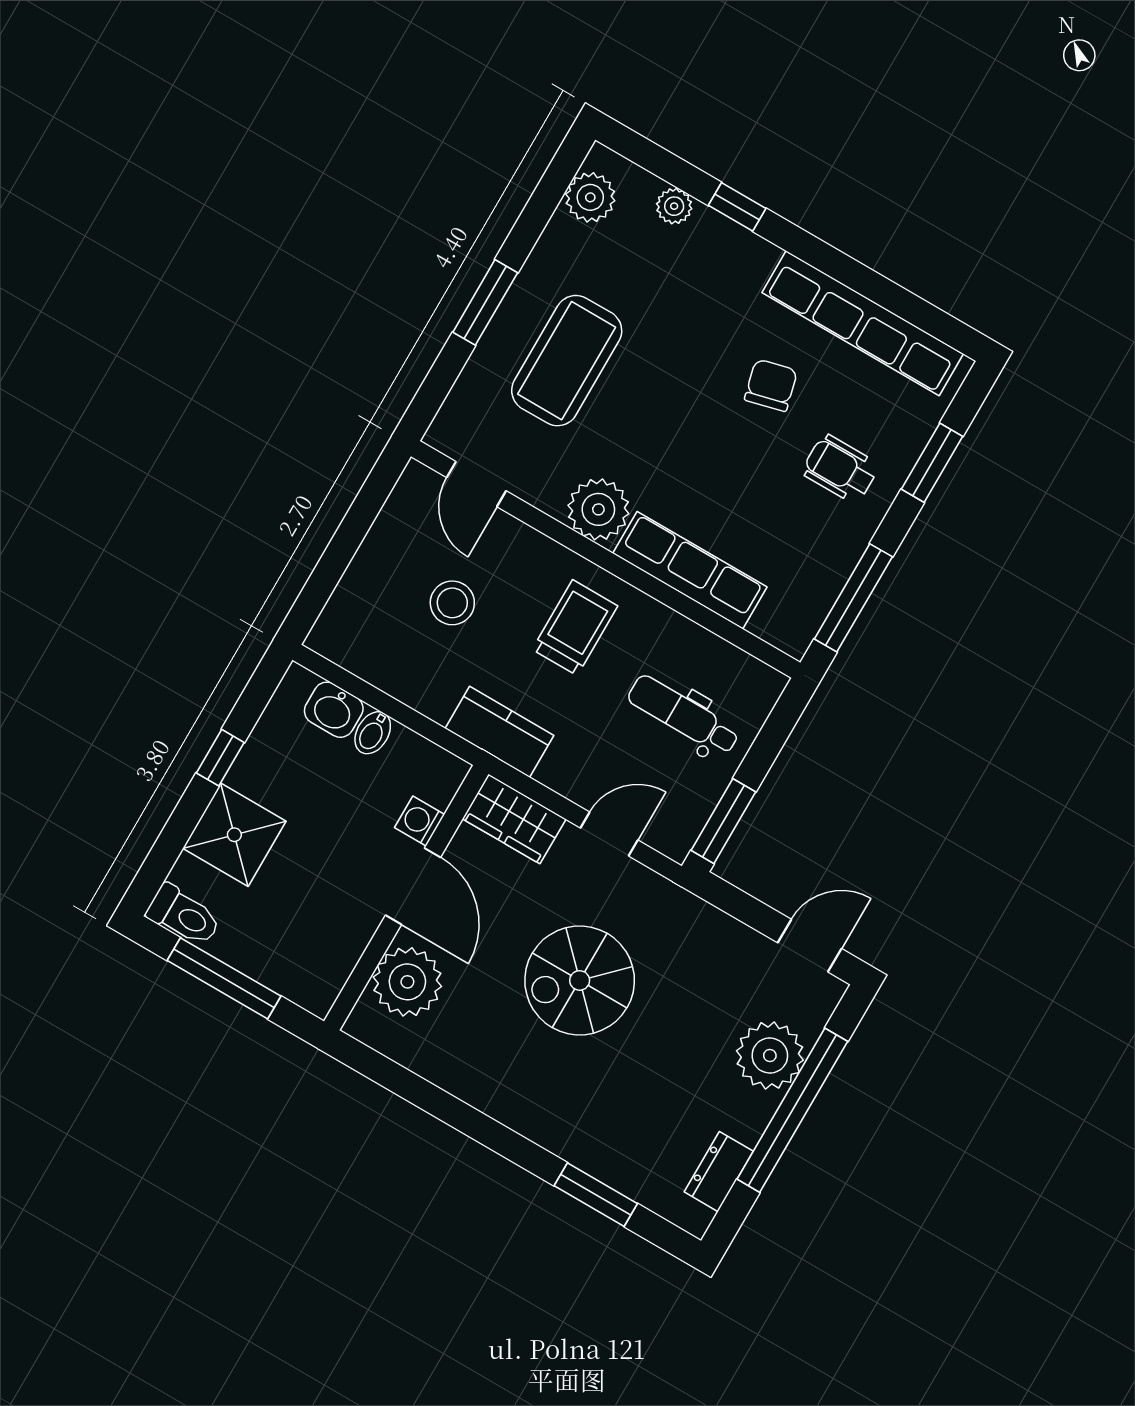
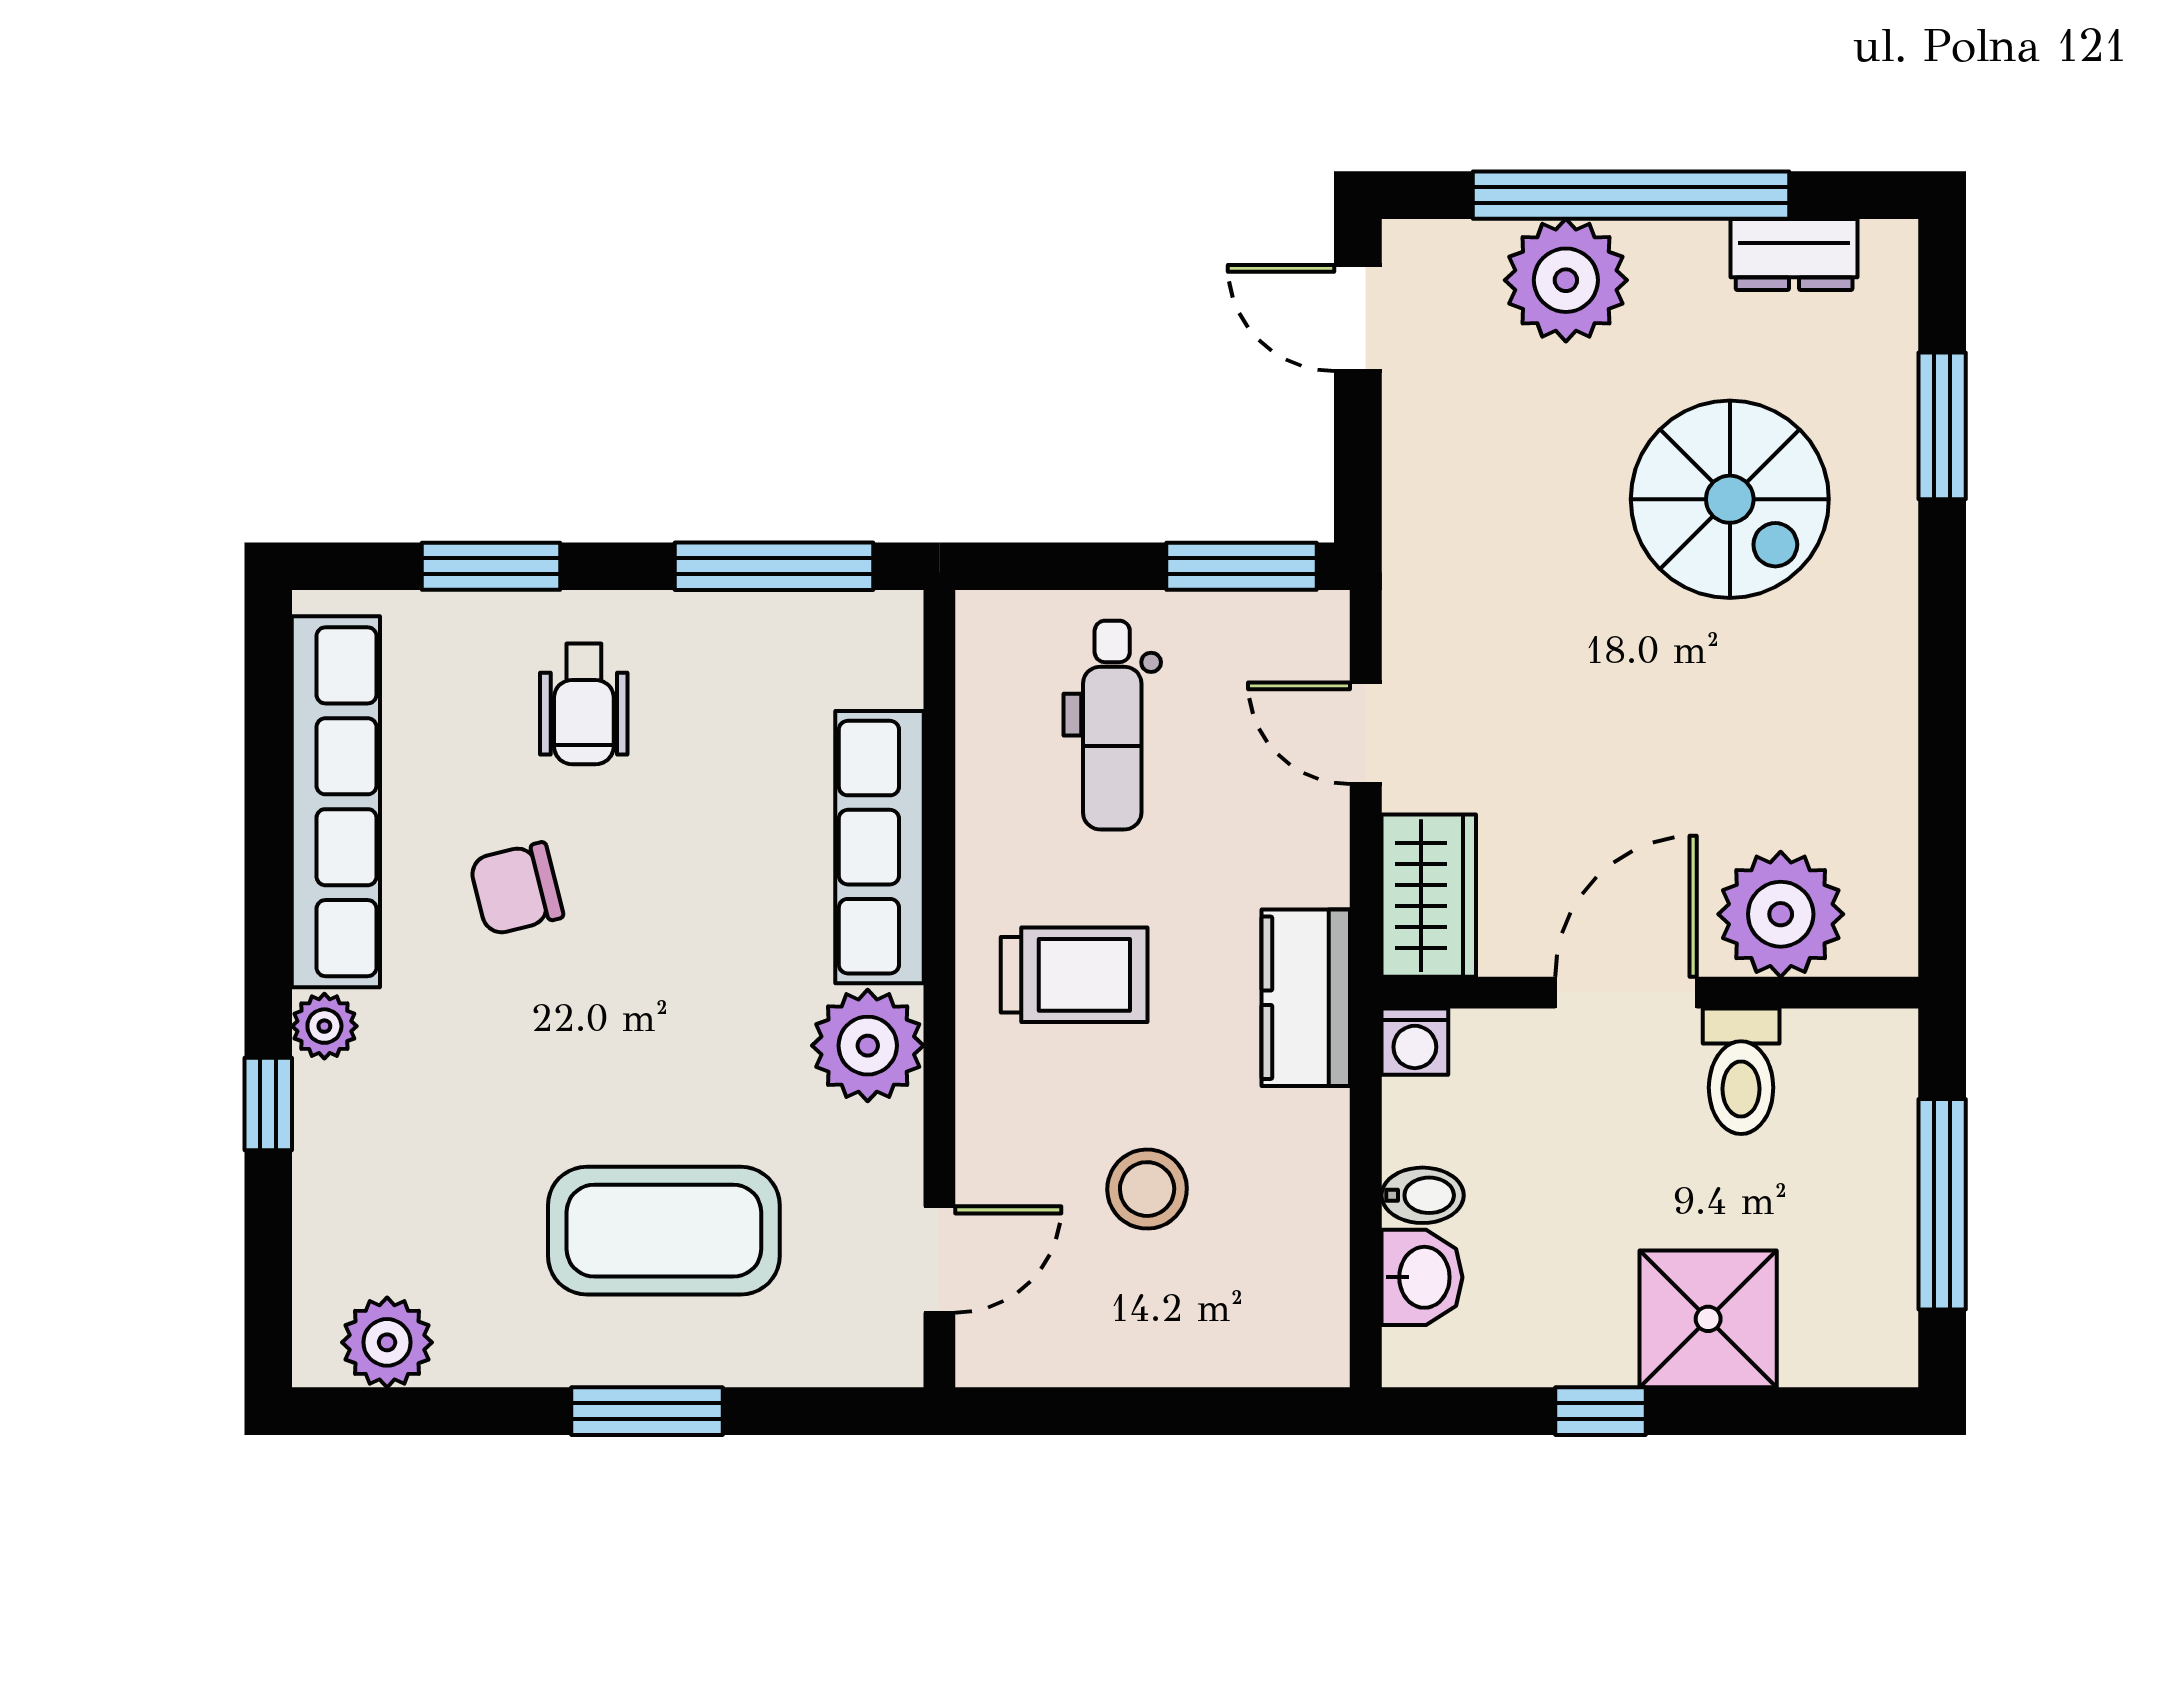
plant: (674, 206) -> (324, 1026), moved
trolley: (575, 628) -> (1074, 975), turned 180
washing machine: (420, 821) -> (1415, 1042), moved
toilet: (184, 915) -> (1741, 1071), moved, turned 180
spiral stairs: (580, 980) -> (1730, 499), moved

